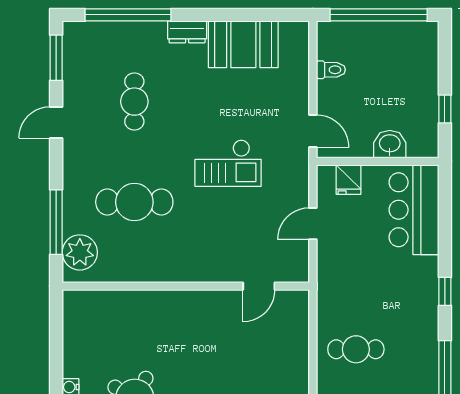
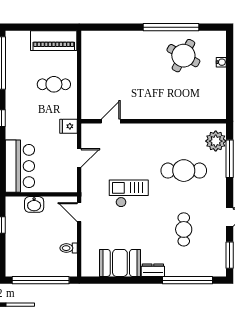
fridge: (348, 180) -> (68, 126), moved, turned -90

